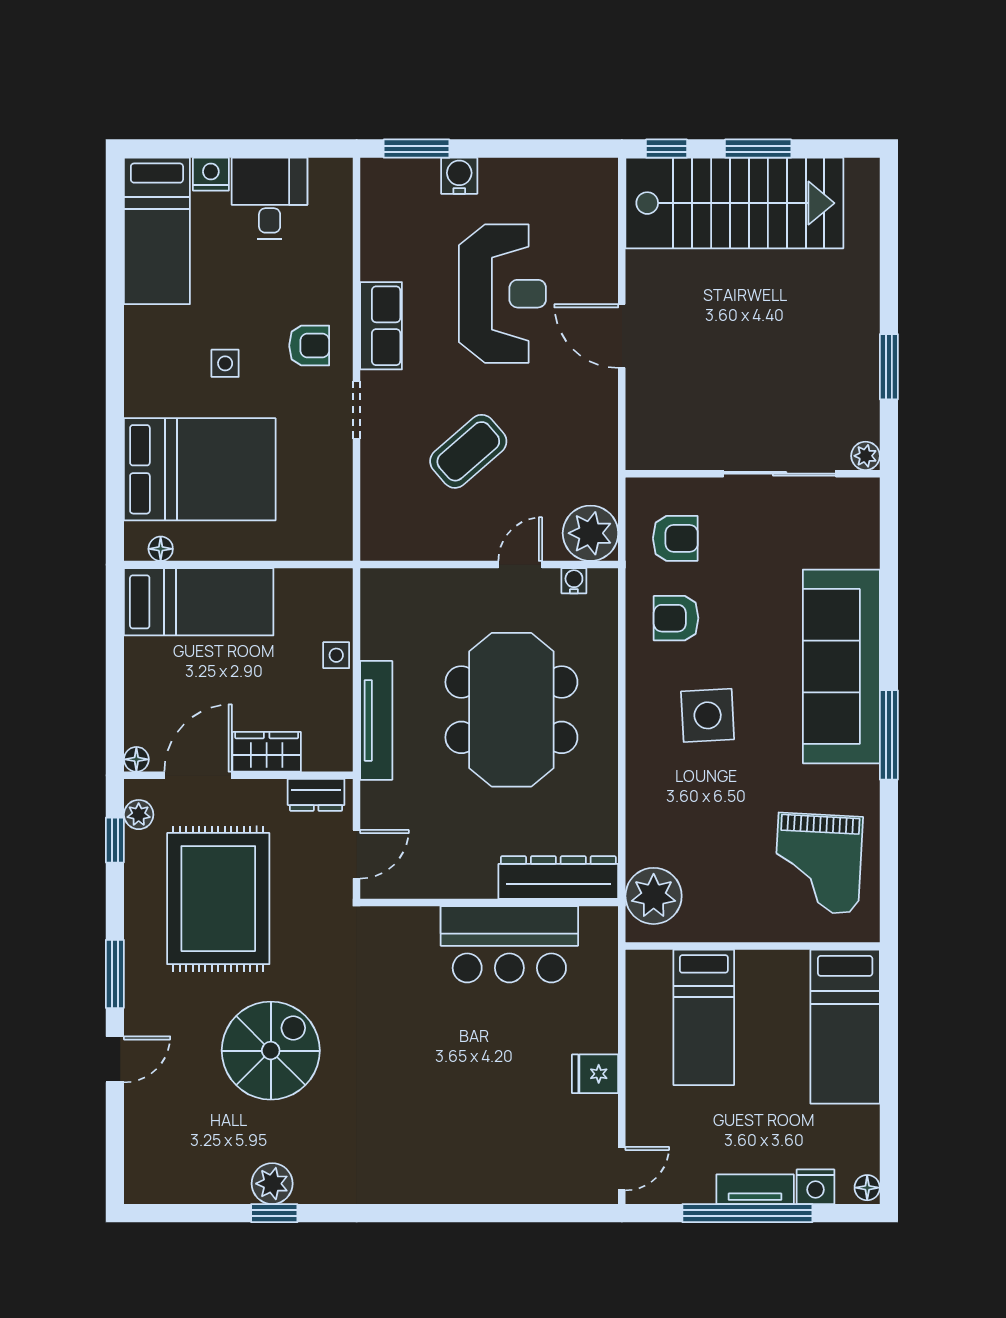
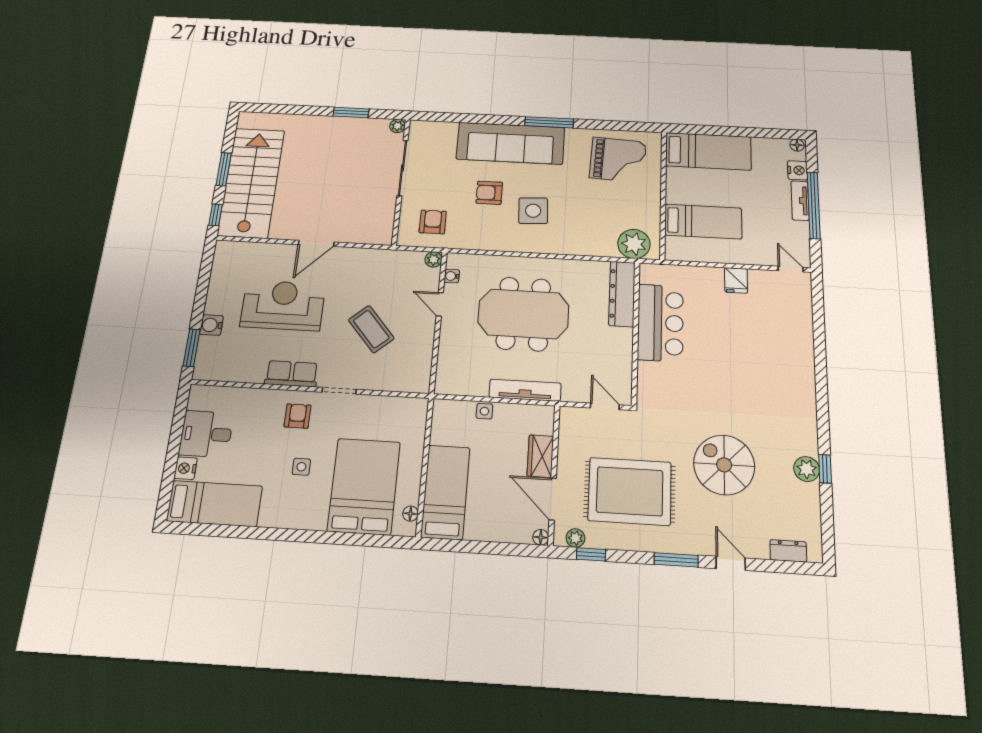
plant: (590, 533) -> (433, 259), width x0.53, depth x0.53
armchair: (676, 618) -> (489, 193), moved, turned 90
dresser: (316, 795) -> (788, 551), moved, turned -90

